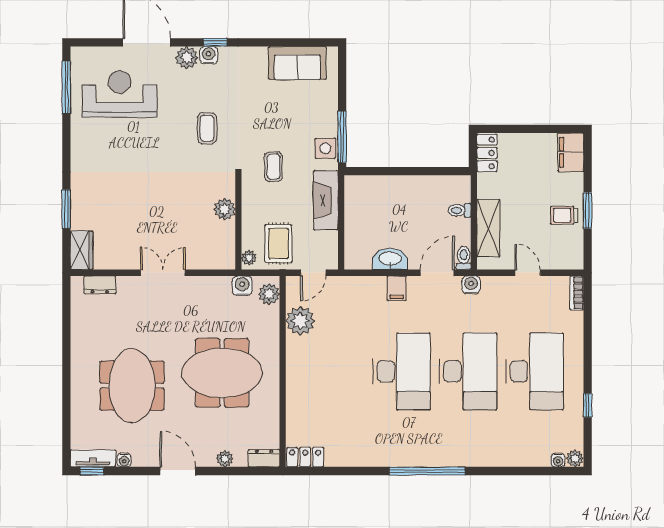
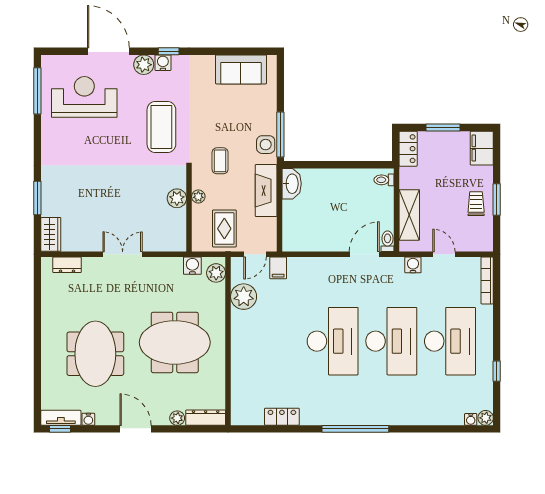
coffee table: (207, 128) -> (161, 127), width x1.86, depth x1.72
window: (527, 129) -> (443, 127), added
toilet: (460, 210) -> (384, 180), moved
trolley: (564, 215) -> (476, 204), turned 90
plant: (249, 258) -> (198, 197), moved
washbasin: (390, 259) -> (292, 184), moved, turned 90
water cooler: (471, 285) -> (413, 265), moved
filing cabinet: (397, 288) -> (278, 268), moved
bookcase: (577, 293) -> (487, 280), width x1.56
locker: (305, 457) -> (282, 417), moved
dresser: (264, 458) -> (206, 418), width x1.44

